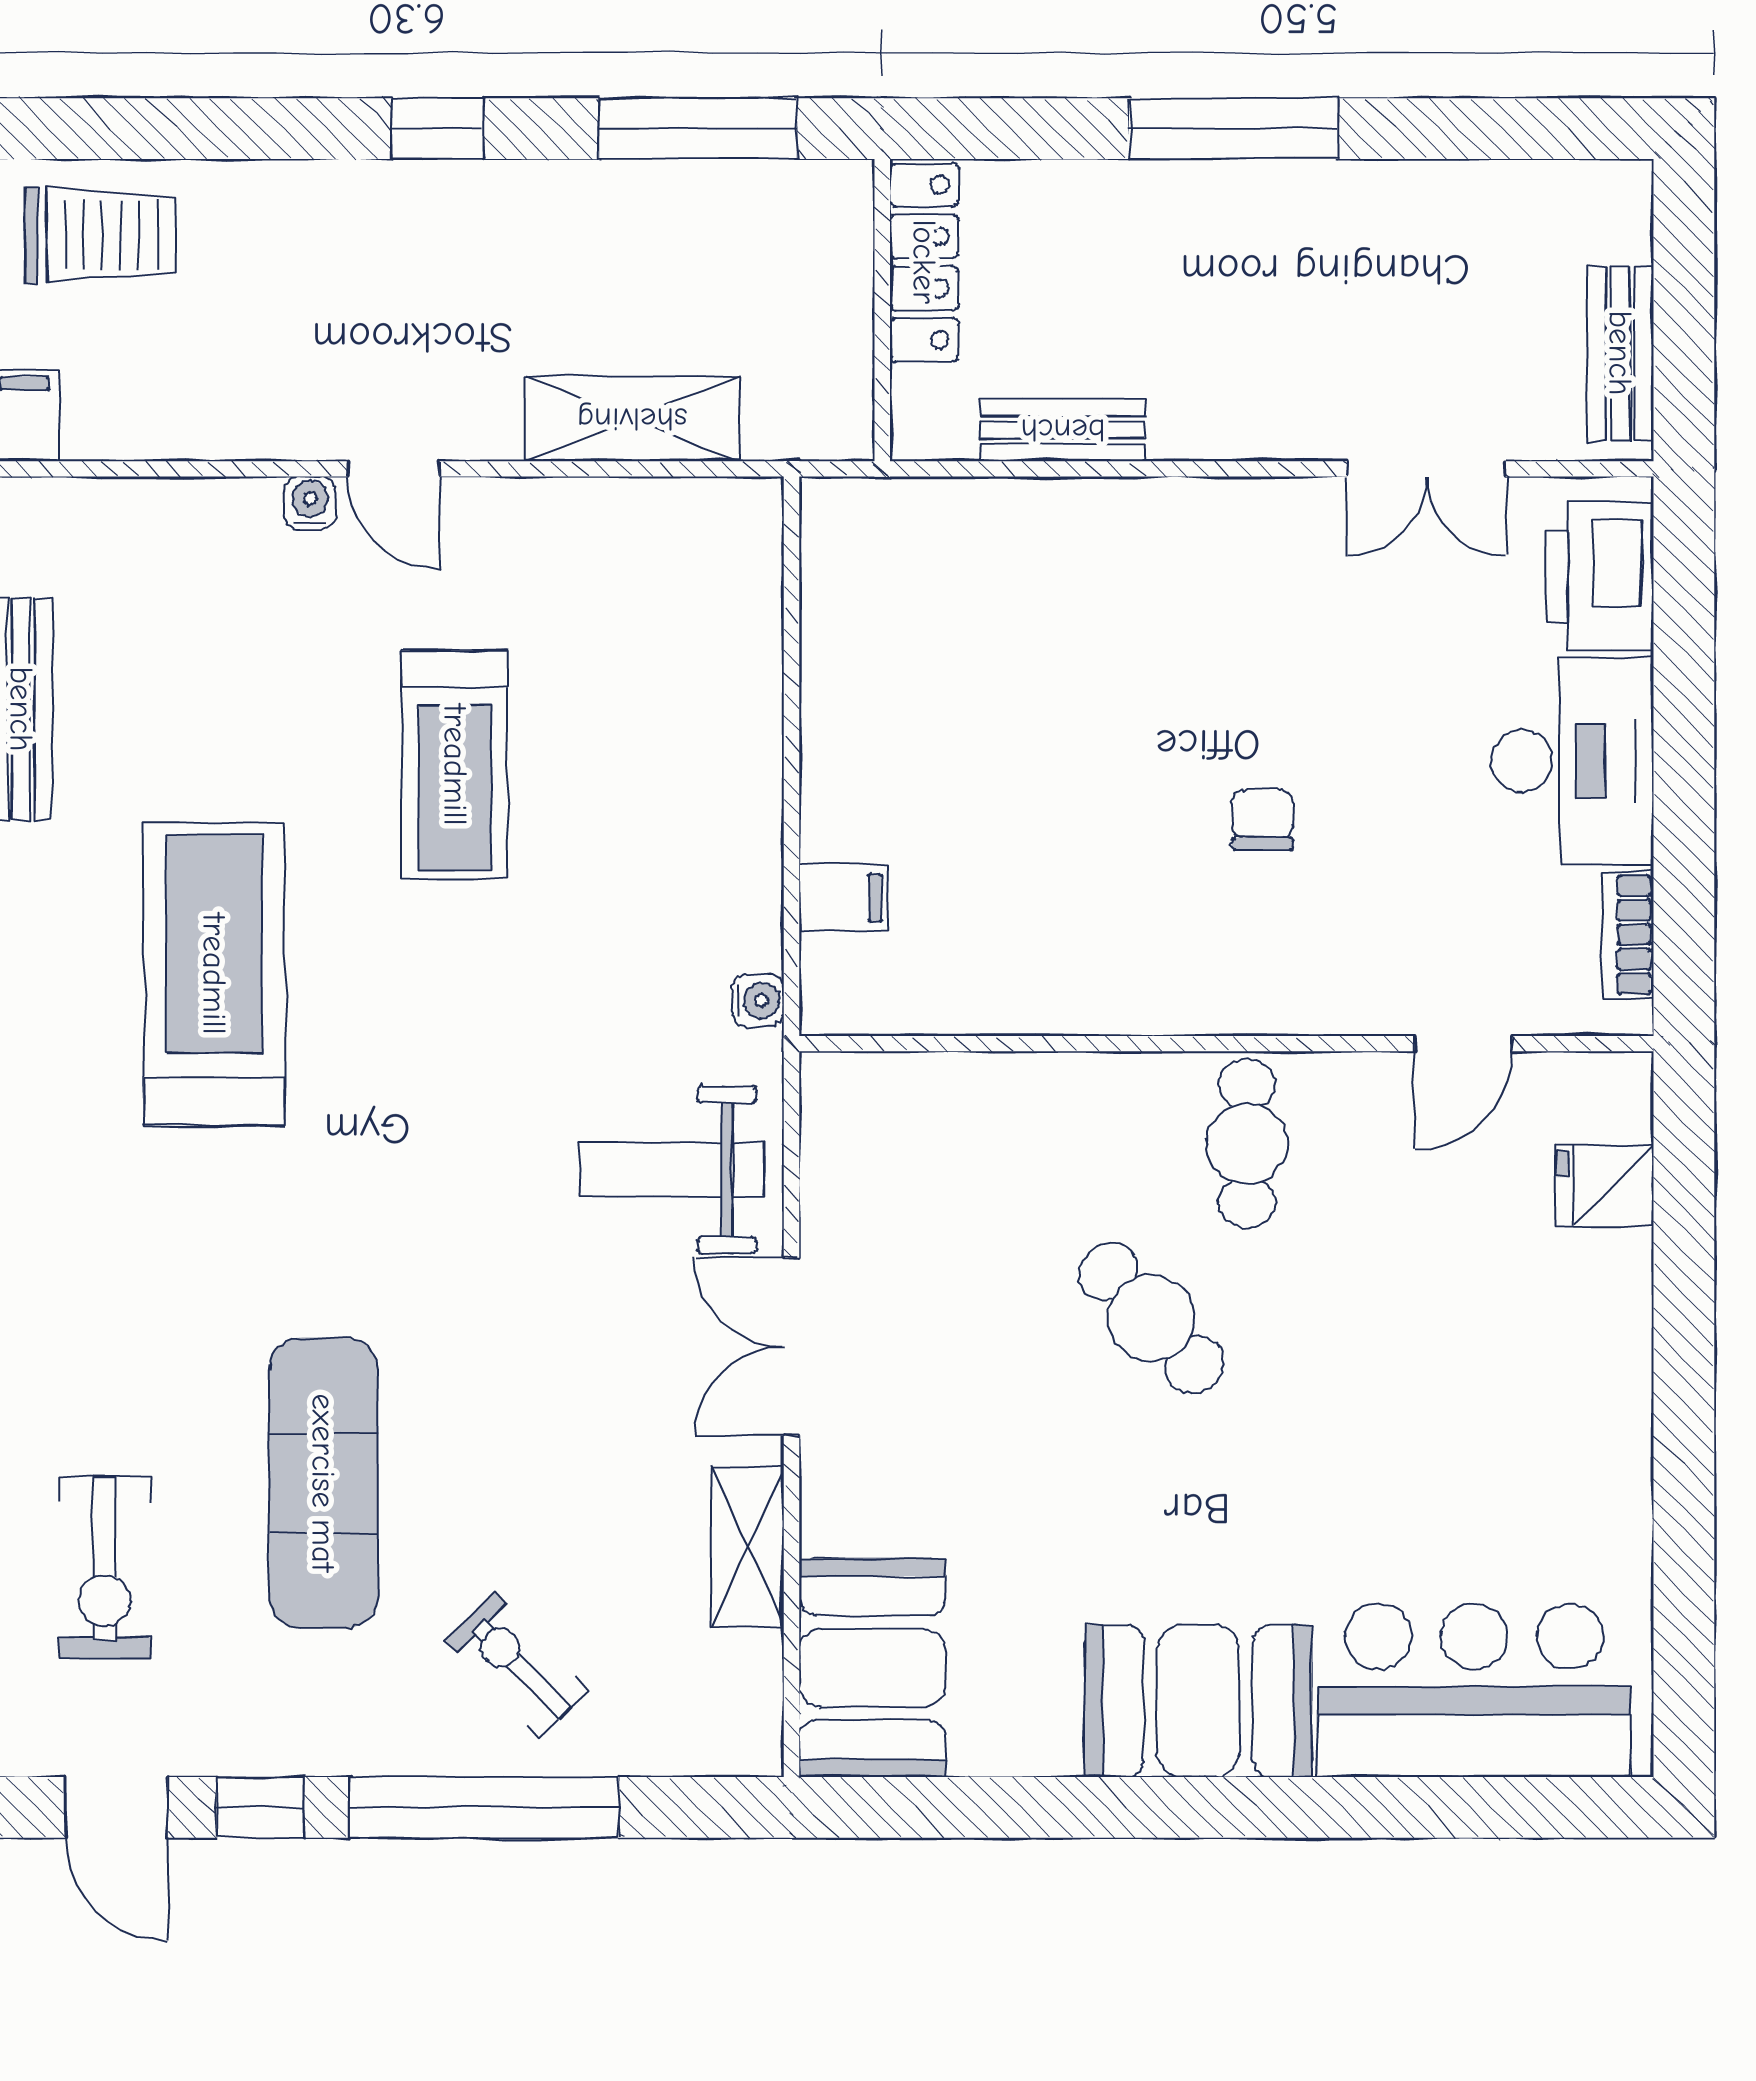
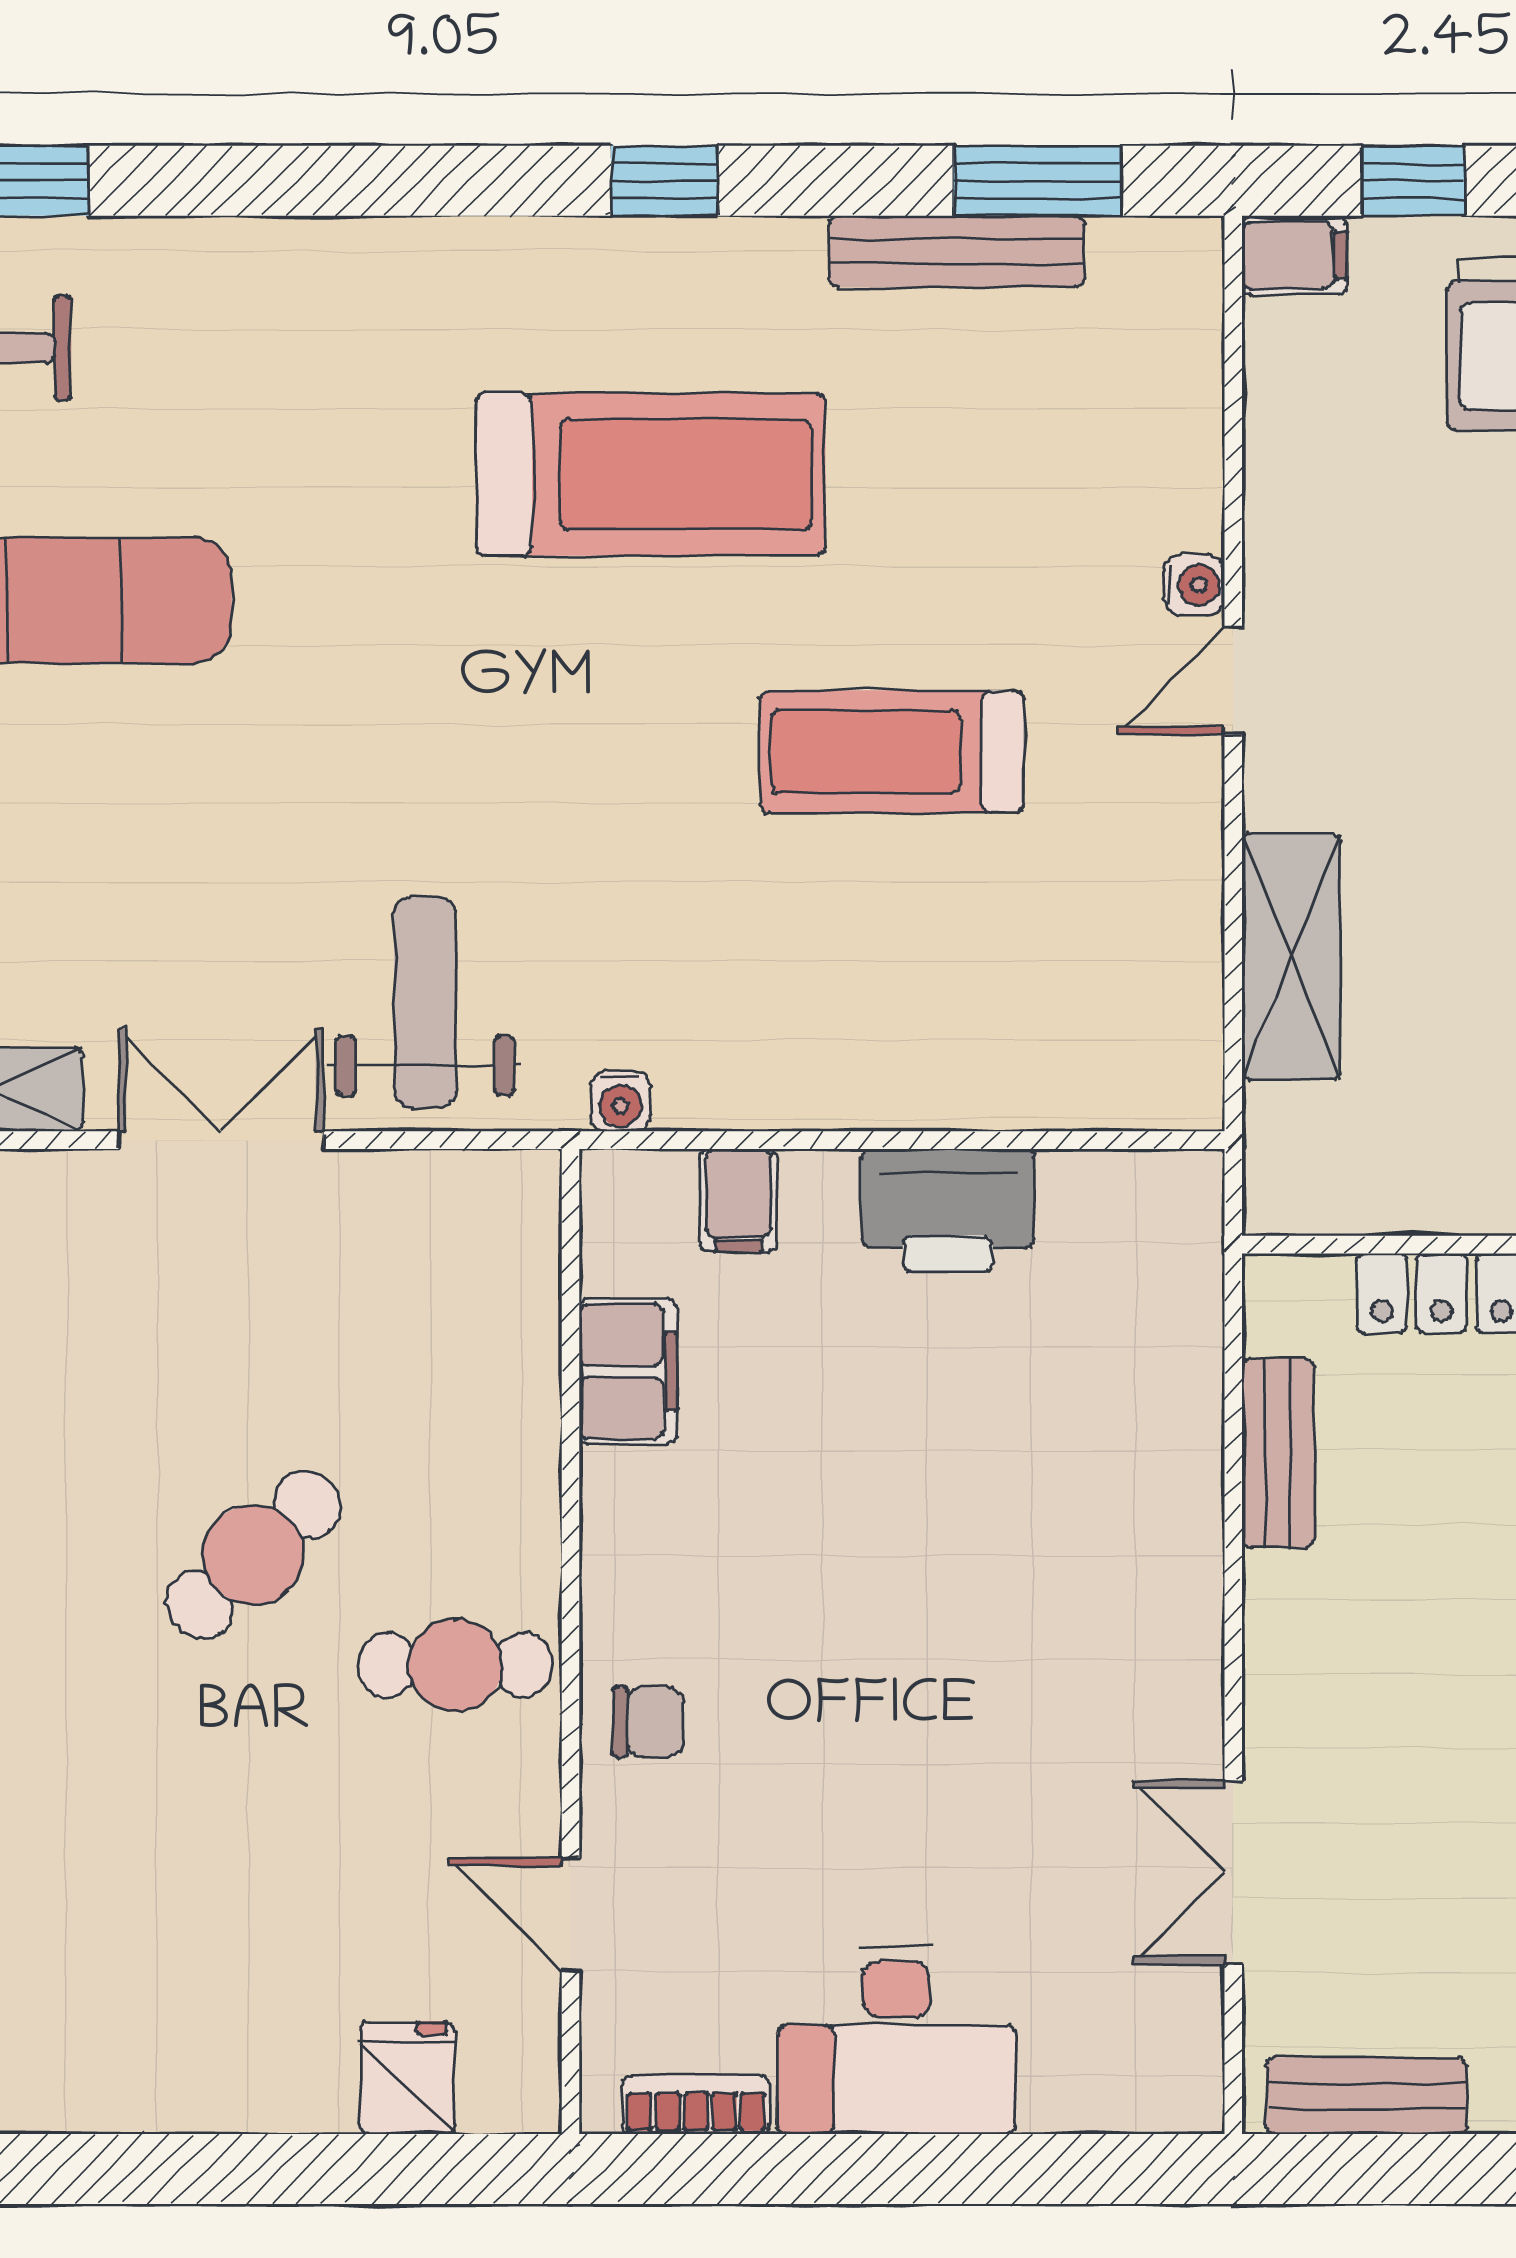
printer: (1600, 577) -> (948, 1211), moved, turned 180
chair: (1263, 819) -> (649, 1722), moved
filing cabinet: (992, 994) -> (628, 1371), added

